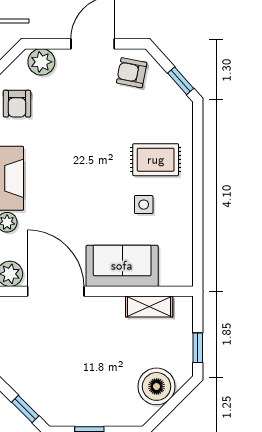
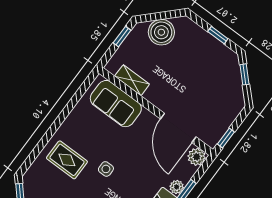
side table: (144, 205) -> (106, 169), moved
sofa: (122, 266) -> (116, 104), moved

